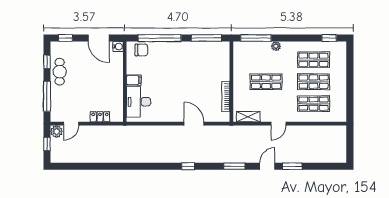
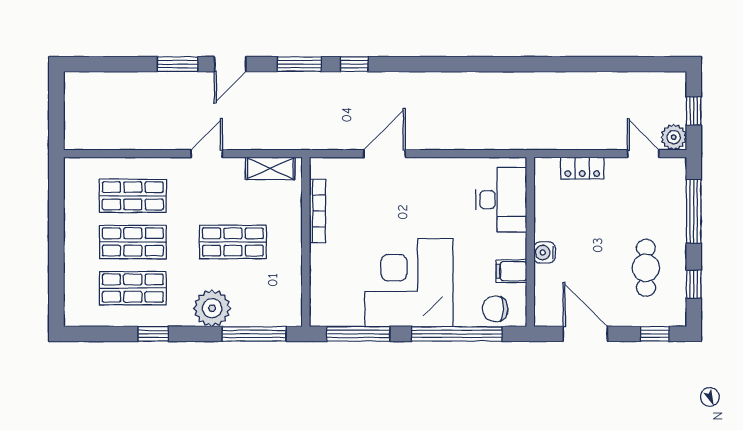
window: (329, 38) -> (153, 334), moved
water cooler: (118, 46) -> (544, 252), moved
plant: (276, 46) -> (212, 308), width x1.87, depth x1.87
corner desk: (182, 62) -> (409, 283), added
cafe table: (60, 72) -> (646, 268), moved
filing cabinet: (134, 80) -> (511, 271), moved
door: (71, 124) -> (643, 154), hinge flipped
door: (194, 124) -> (384, 154), swing flipped
window: (188, 166) -> (354, 64), moved

